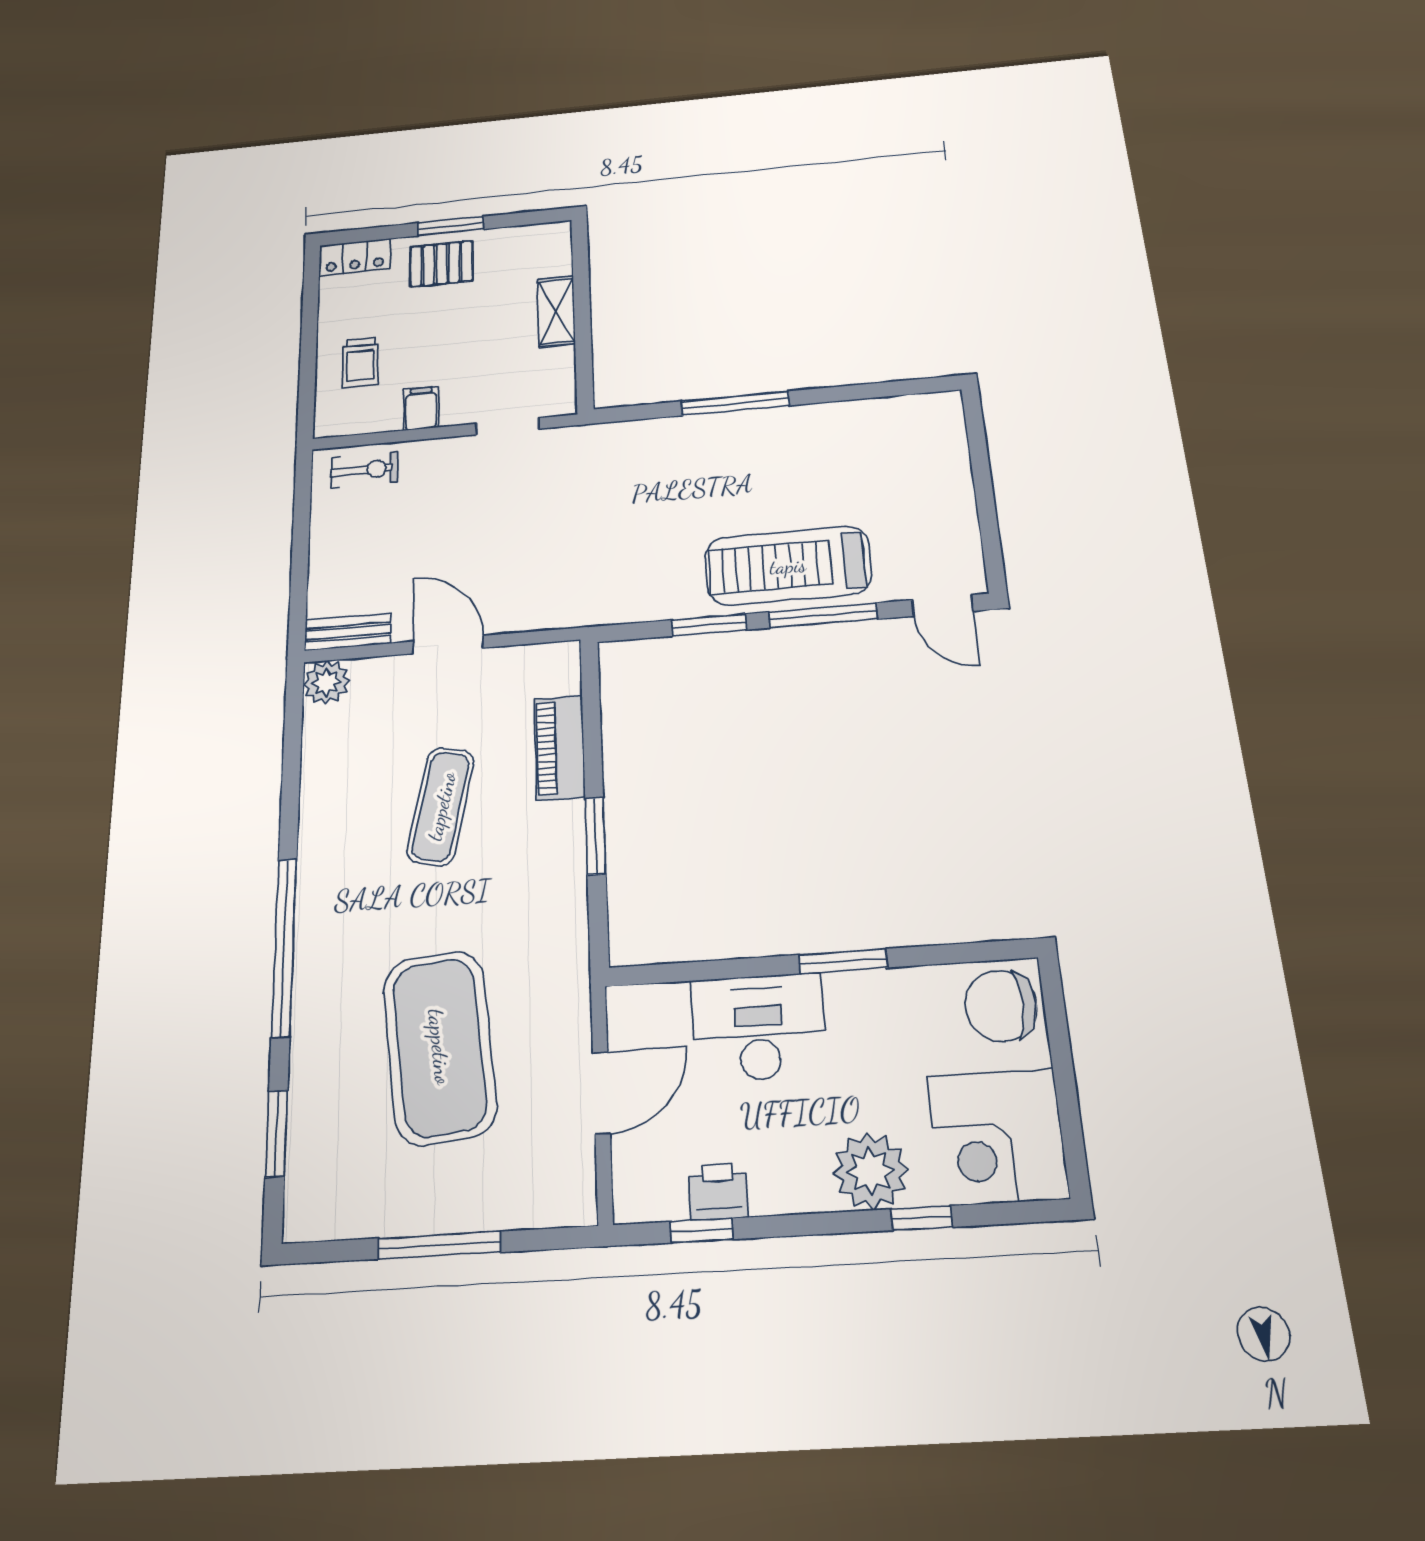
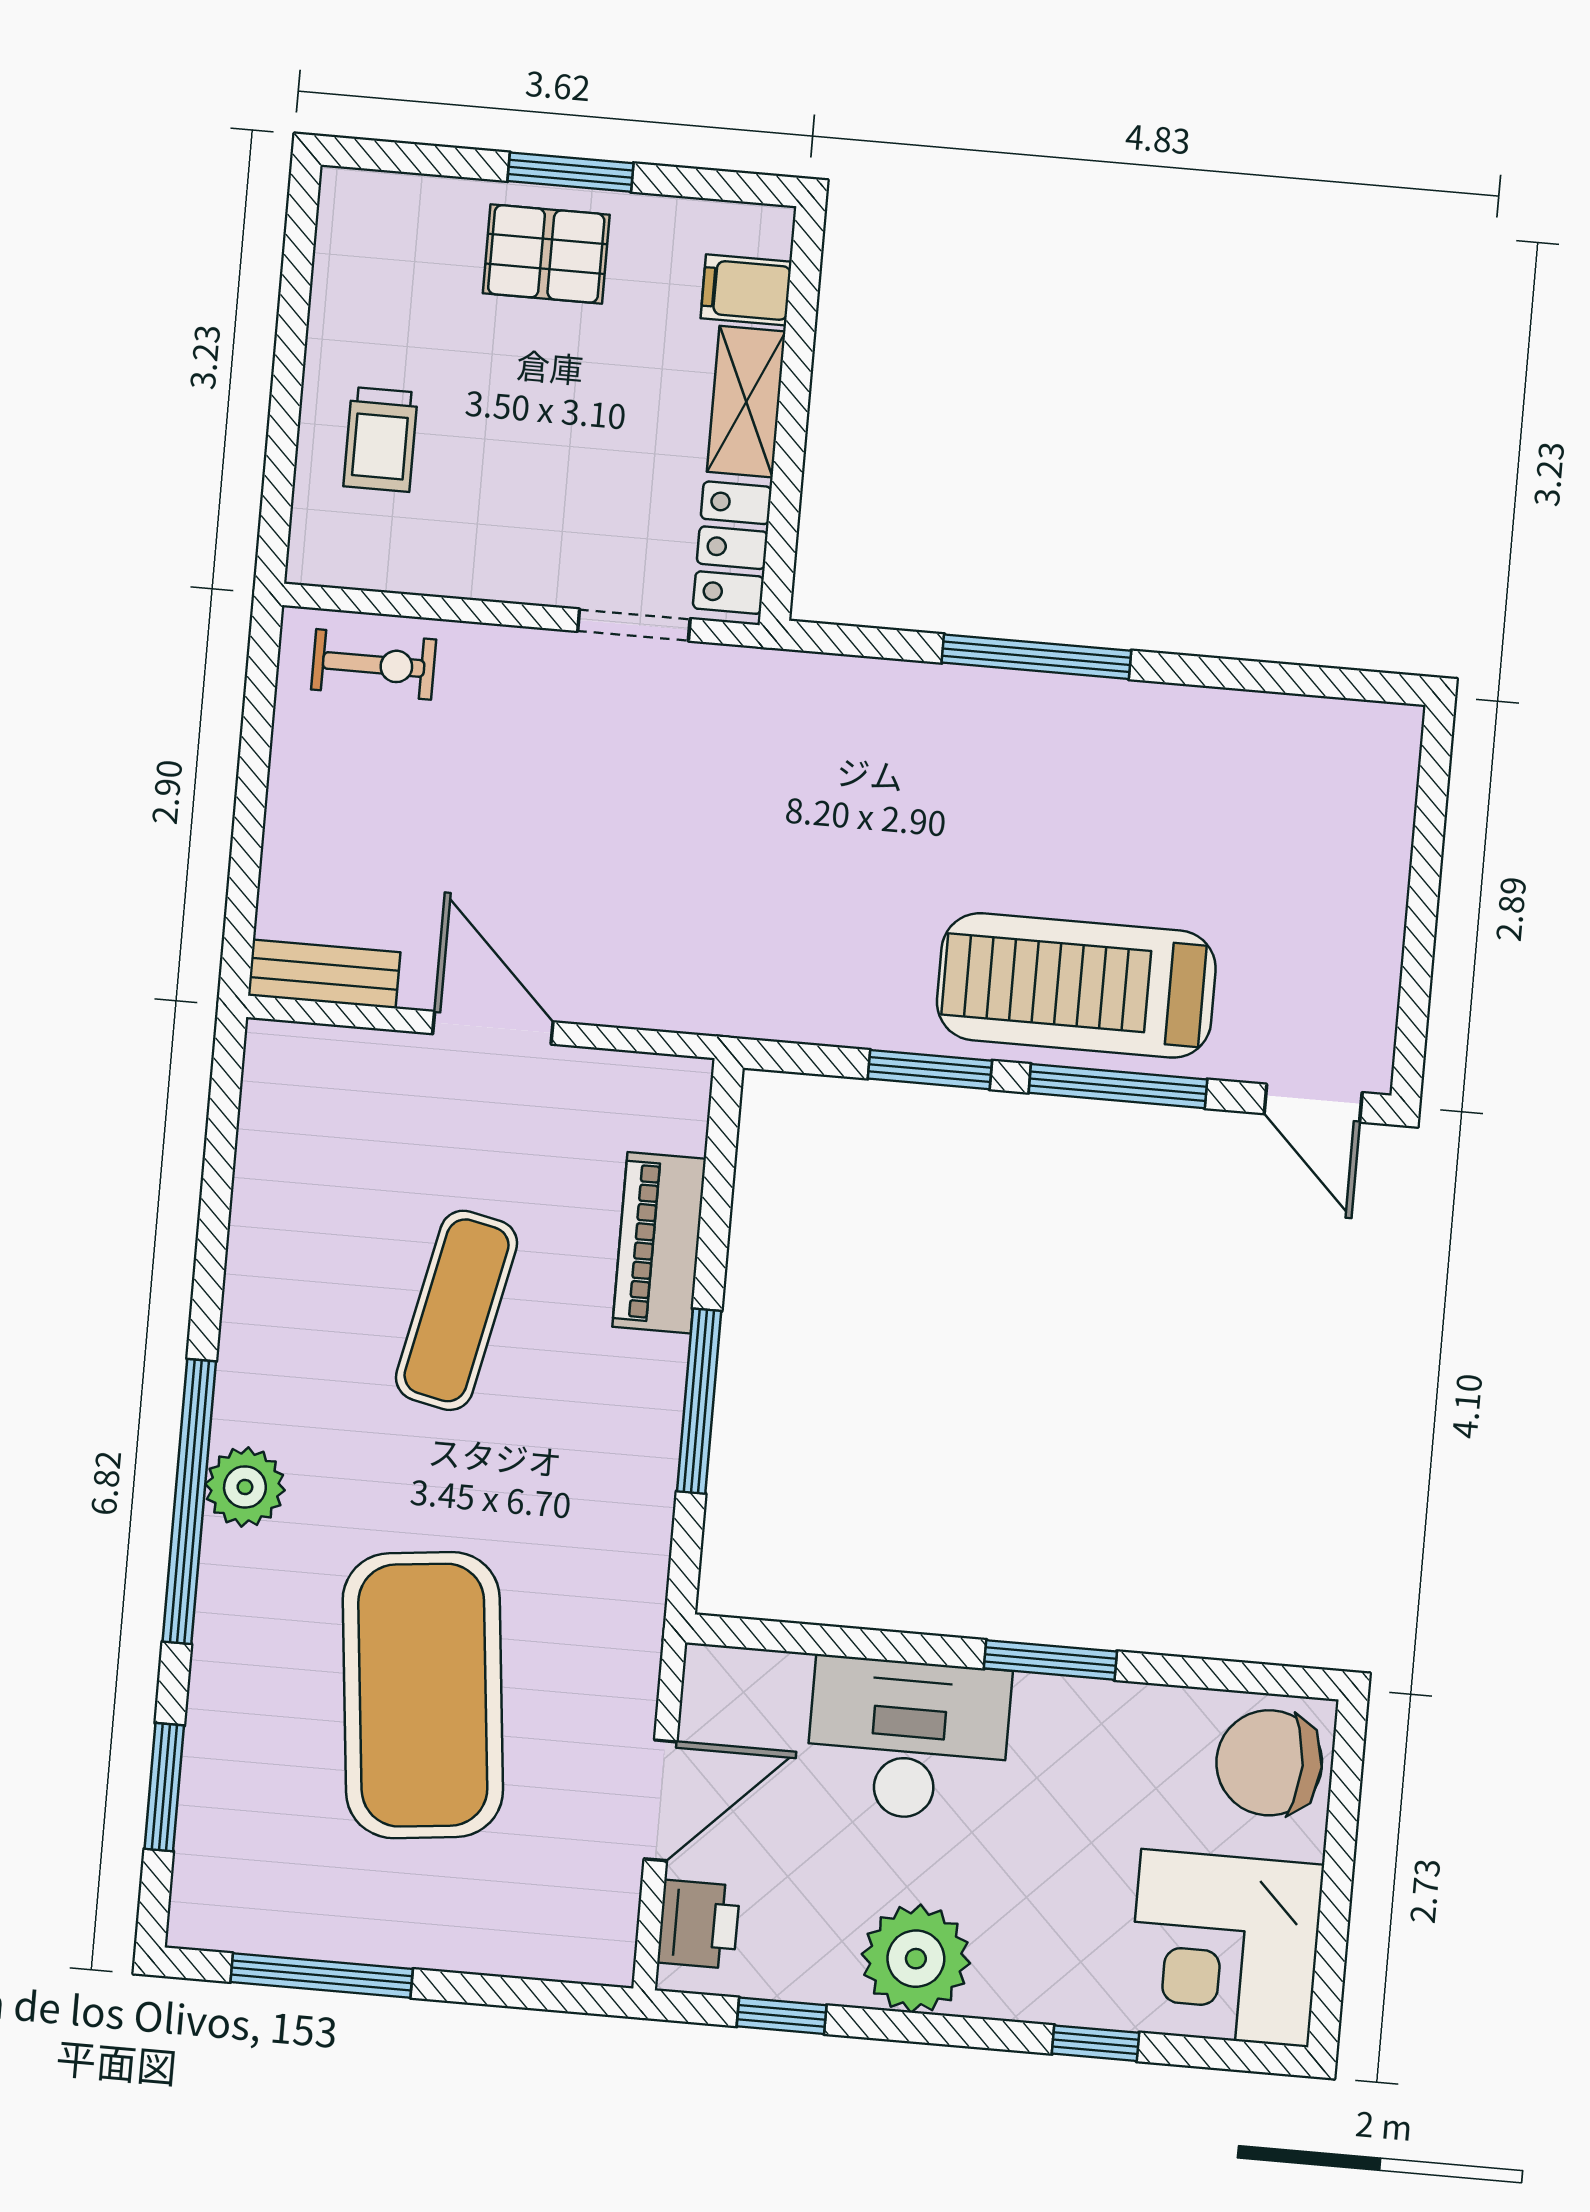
locker: (355, 257) -> (732, 548), moved, turned 90
filing cabinet: (421, 408) -> (746, 290), moved, turned -90
plant: (326, 682) -> (245, 1487), moved
window: (595, 836) -> (699, 1401), width x1.44
plant: (870, 1171) -> (916, 1959), moved
printer: (718, 1192) -> (699, 1924), moved, turned 90
window: (439, 1245) -> (322, 1976), moved

